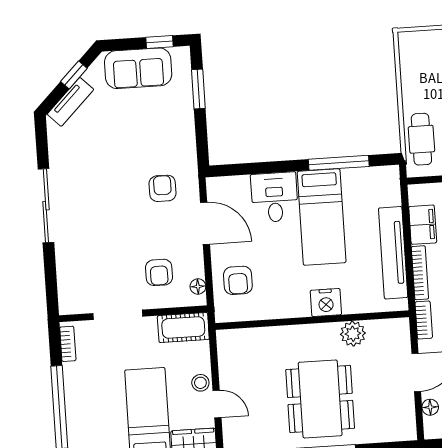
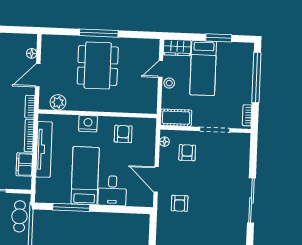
armchair: (238, 280) -> (123, 134), moved
plant: (353, 334) -> (58, 102), moved
door: (217, 404) -> (161, 69), hinge flipped

